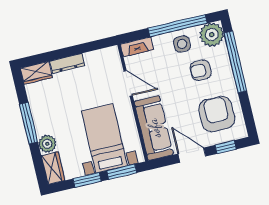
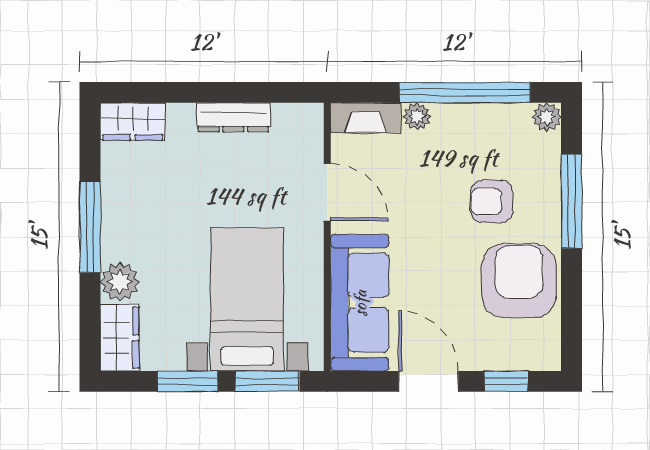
plant: (212, 35) -> (547, 117), width x0.53, depth x0.53
plant: (159, 41) -> (417, 116), added
side table: (182, 44) -> (465, 134), removed
window: (235, 62) -> (571, 201), width x0.68
dresser: (67, 63) -> (233, 117), moved
armchair: (217, 114) -> (519, 281), moved

